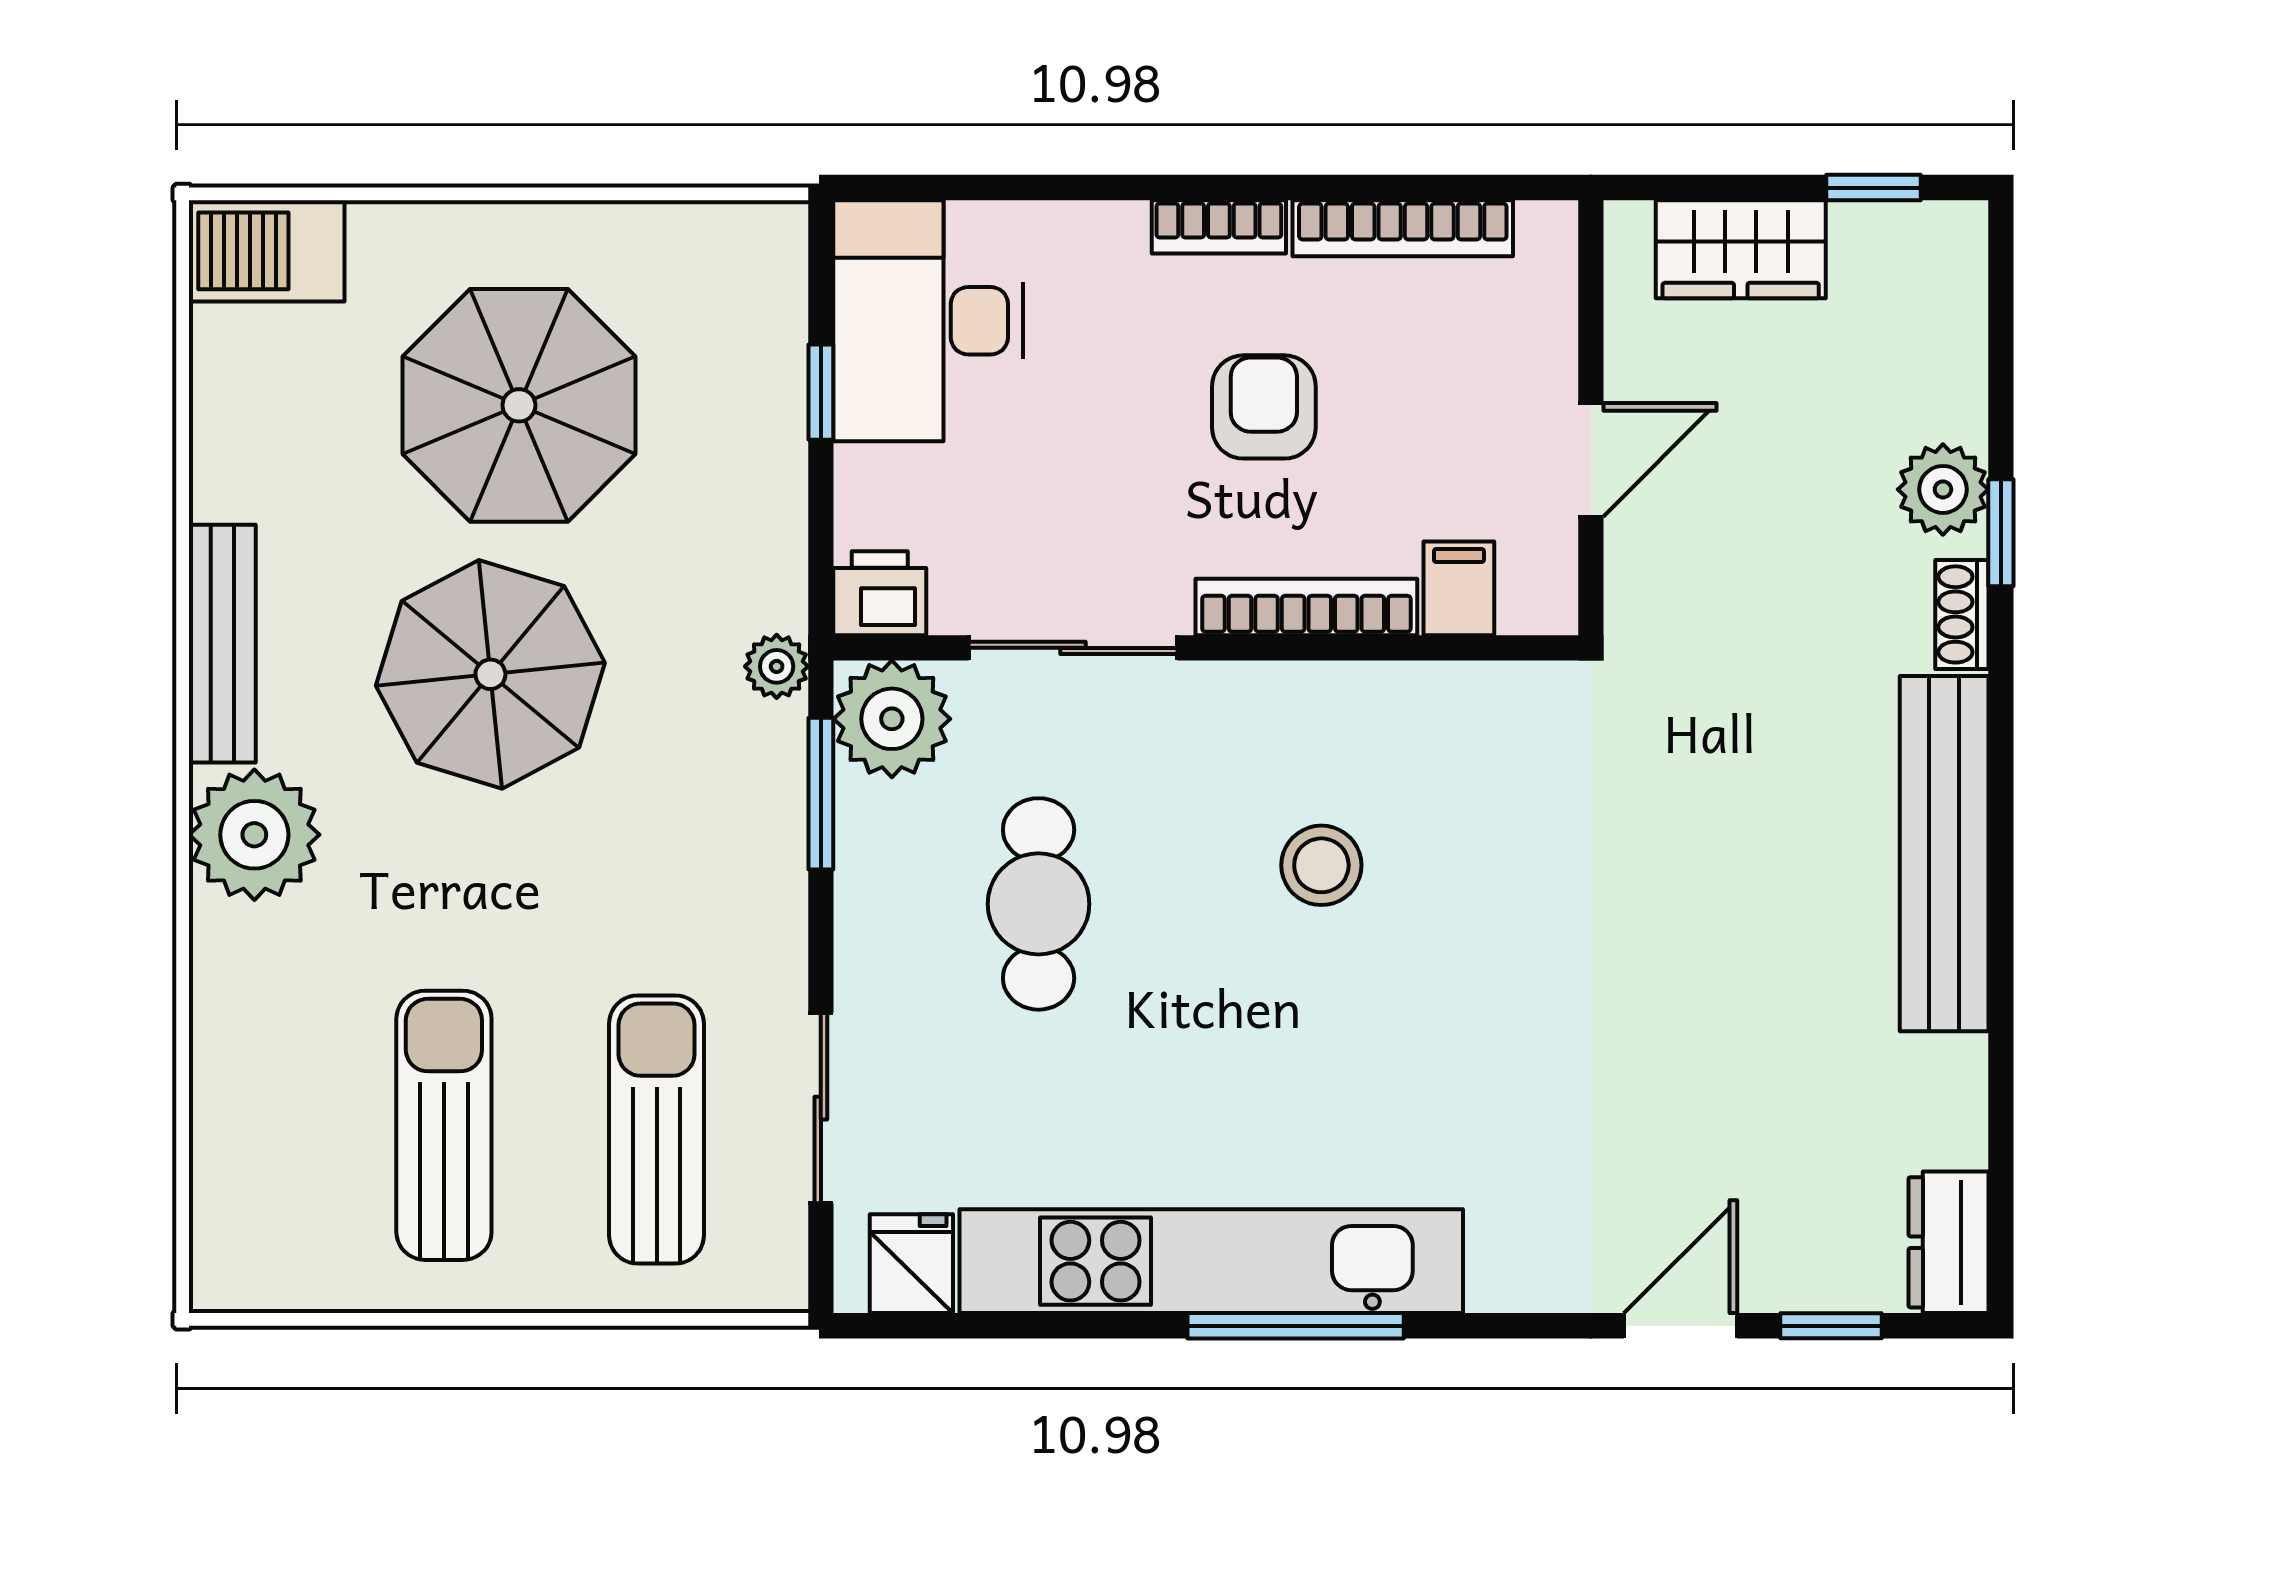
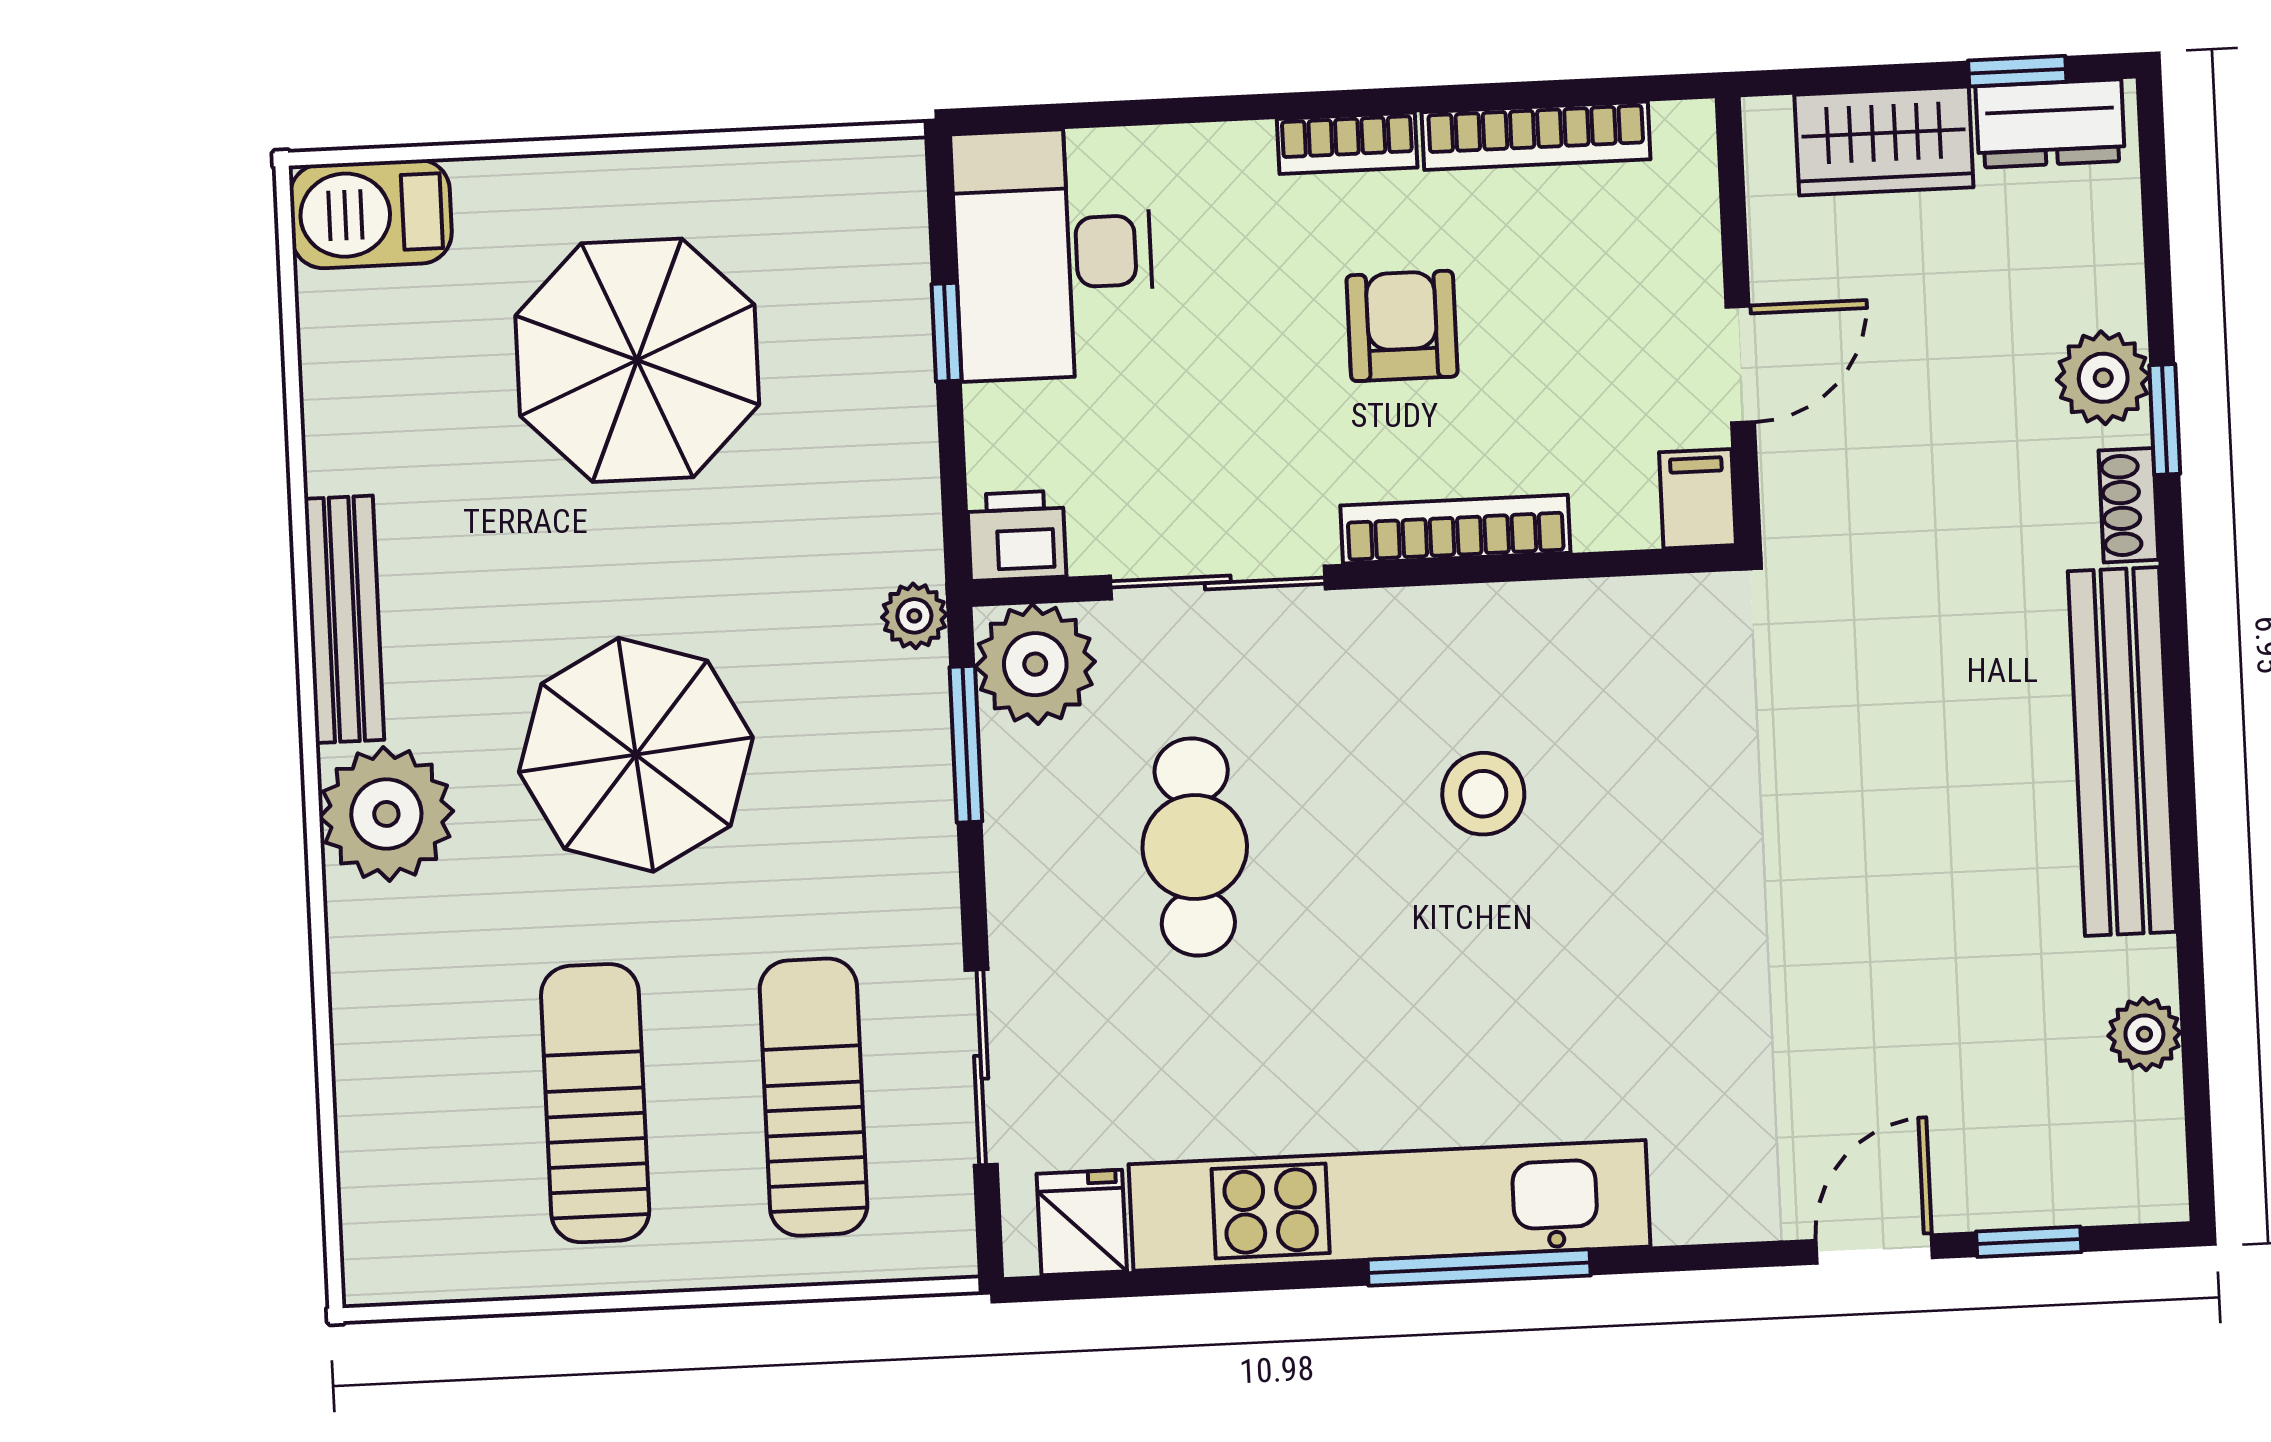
filing cabinet: (1459, 588) -> (1697, 499), moved
parasol: (490, 674) -> (636, 755), moved
plant: (1953, 1129) -> (2144, 1034), added
dresser: (1948, 1242) -> (2050, 124), moved, turned -90

